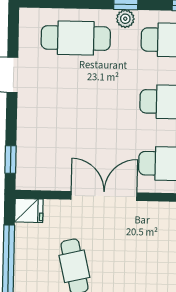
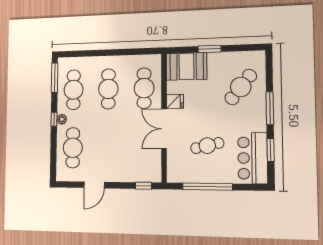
fridge: (29, 210) -> (175, 101), moved, turned 90

